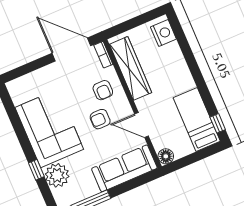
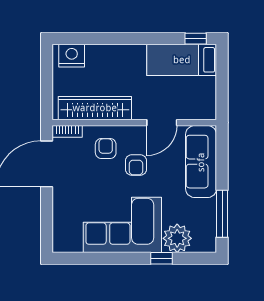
armchair: (103, 90) -> (106, 149), turned -90
floor lamp: (166, 156) -> (207, 111), removed

